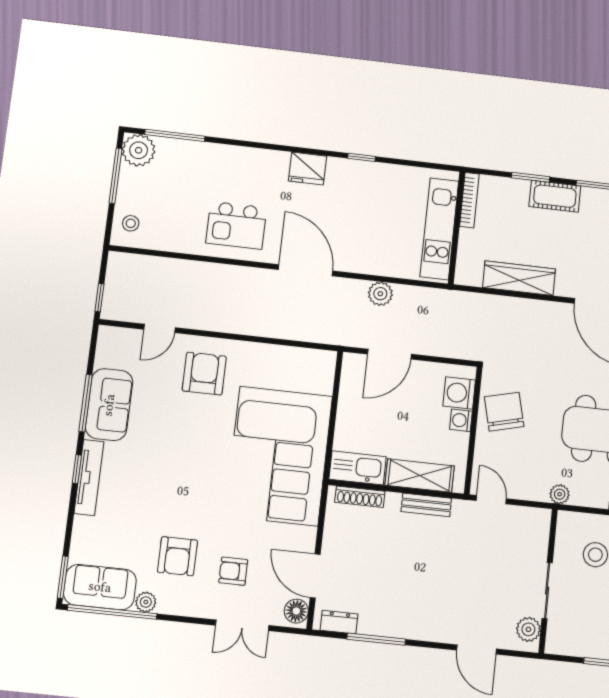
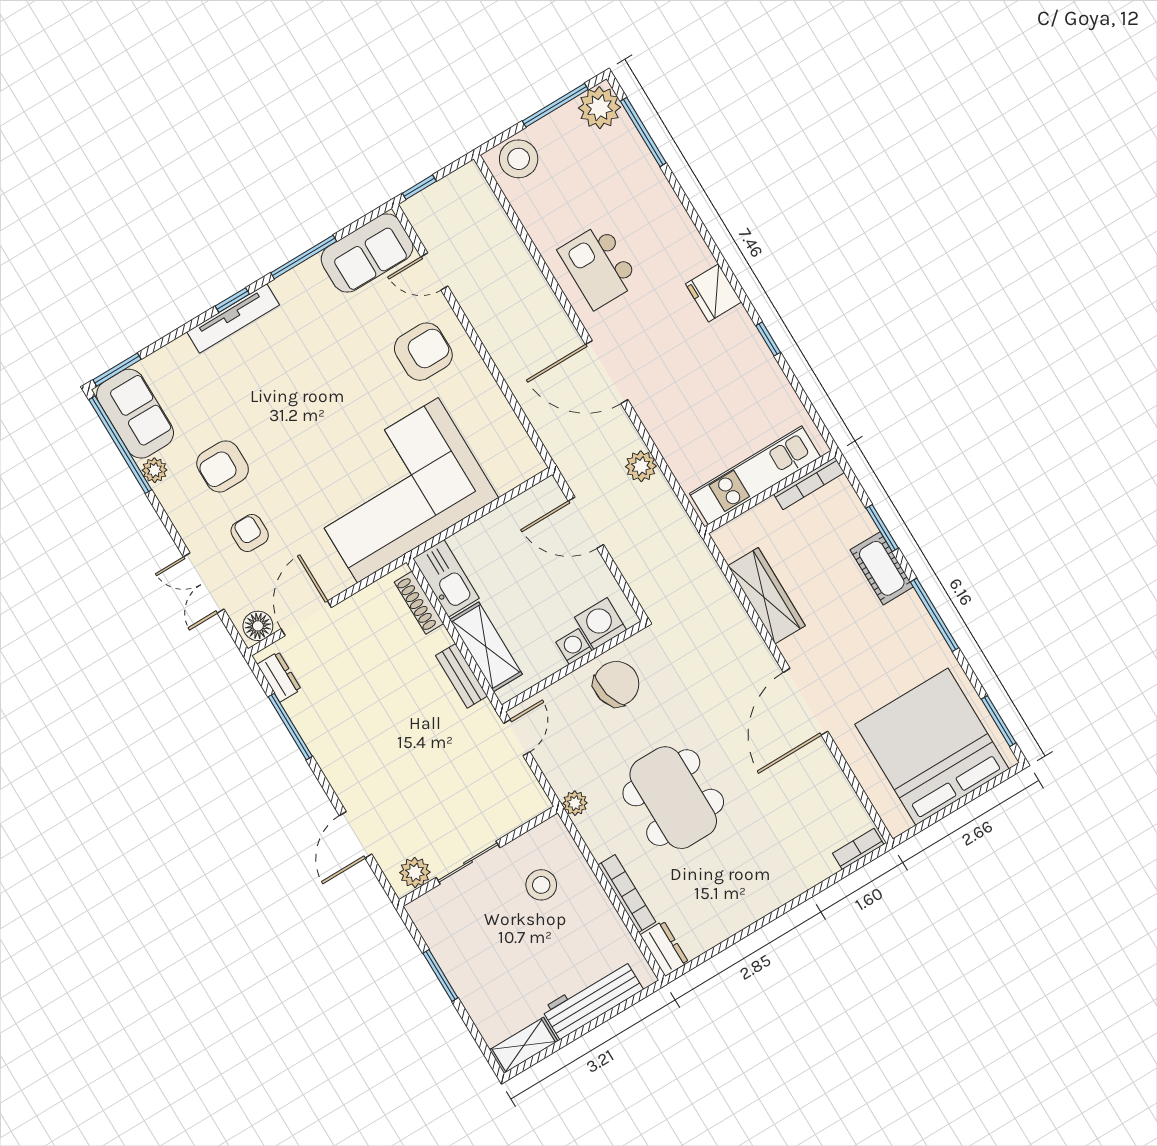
stool: (131, 223) -> (519, 159), width x1.89, depth x1.89
door: (306, 270) -> (607, 372), swing flipped
sofa: (109, 405) -> (367, 253), moved

